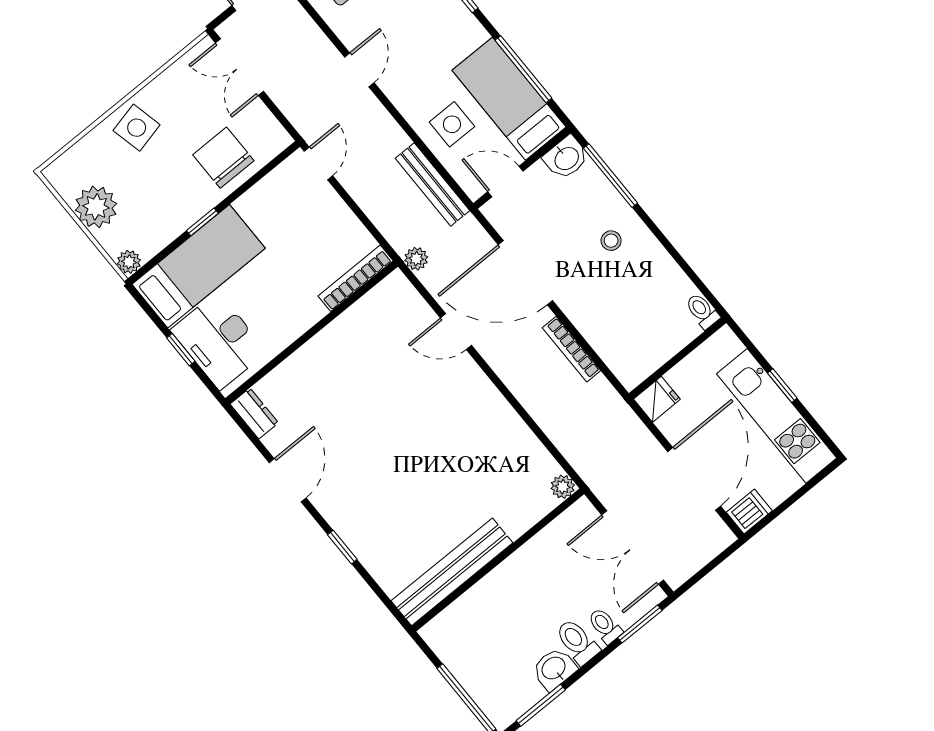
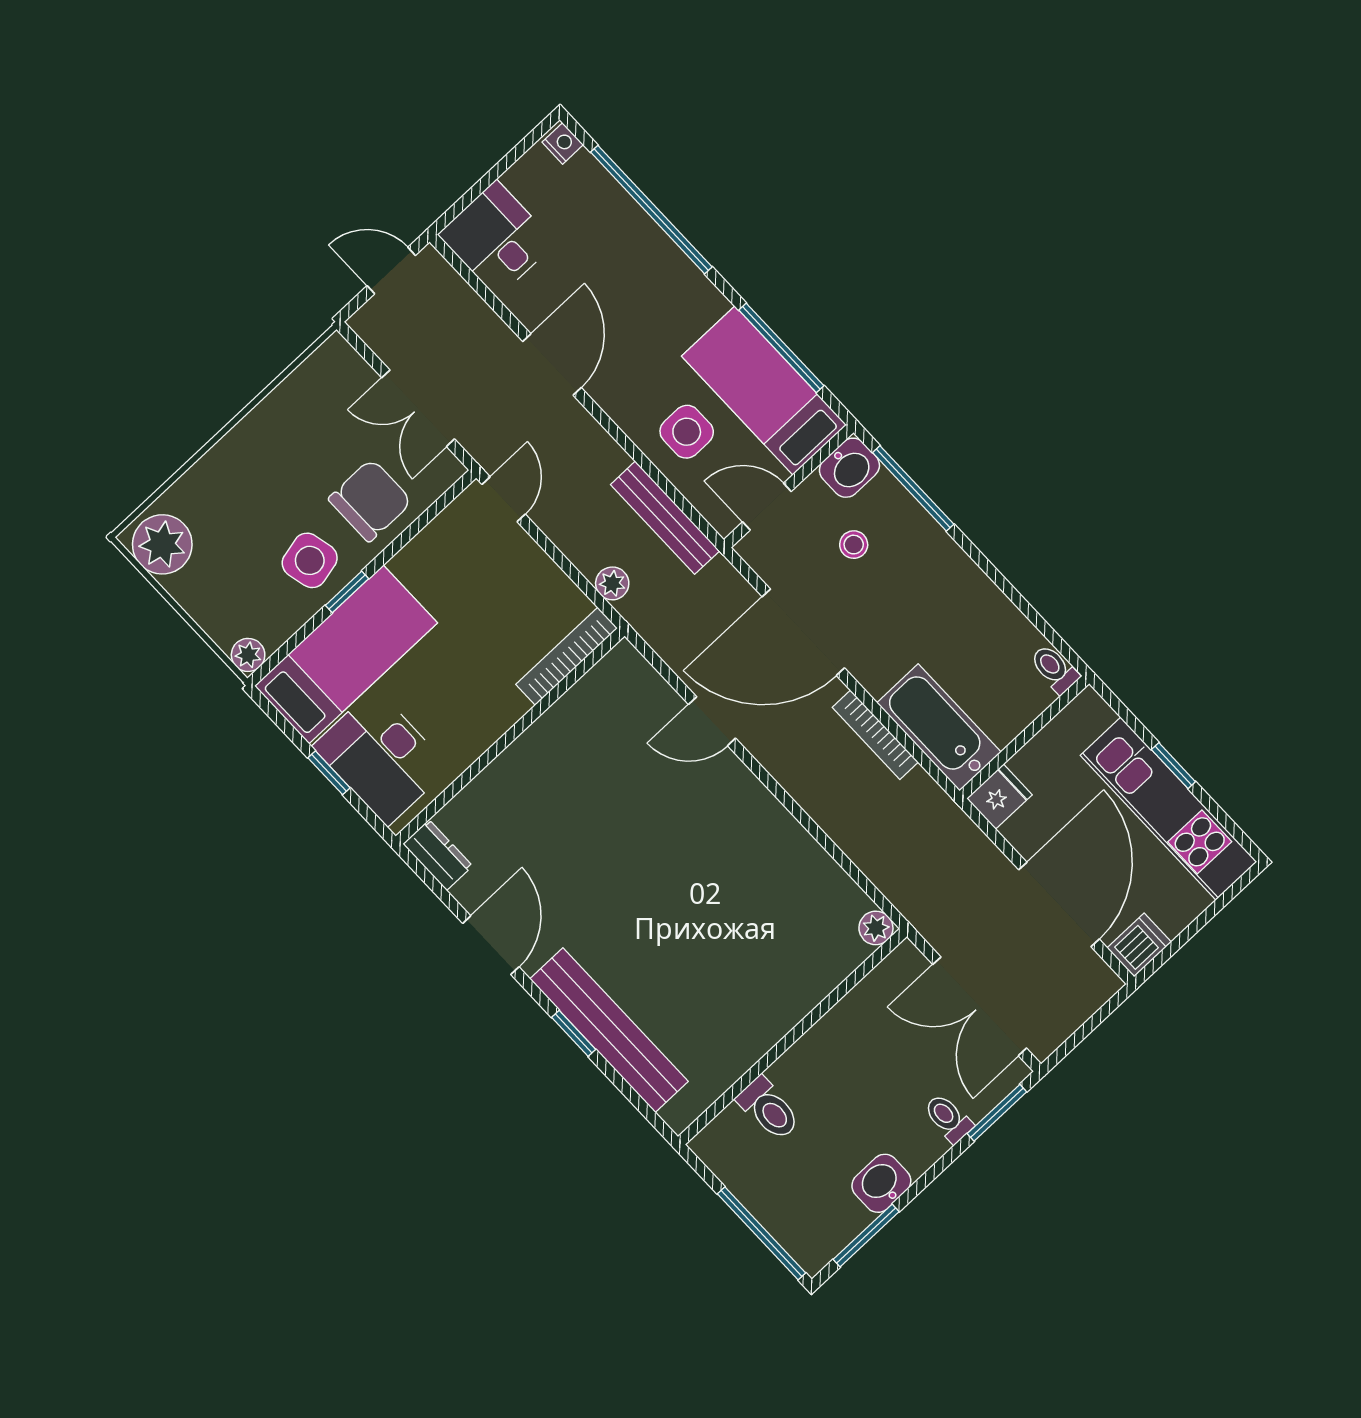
double door: (240, 67) -> (418, 408), moved
door: (359, 70) -> (552, 364), width x1.38
side table: (137, 128) -> (310, 560), moved
chair: (223, 158) -> (370, 500), turned 90
plant: (96, 207) -> (162, 544), moved
stool: (611, 241) -> (854, 545), moved
plant: (416, 259) -> (612, 583), moved
bathtub: (617, 347) -> (939, 727), added
bench: (452, 572) -> (609, 1030), moved, turned 90
toilet: (577, 642) -> (769, 1109), moved, turned 180

